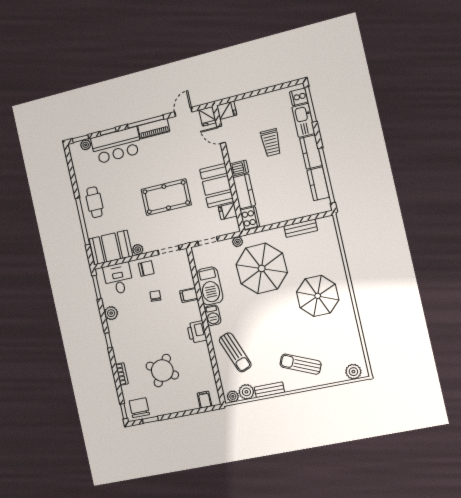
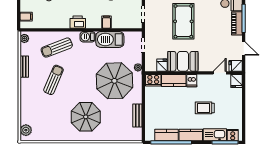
sun lounger: (301, 364) -> (54, 80), moved
plant: (246, 392) -> (26, 49), removed

